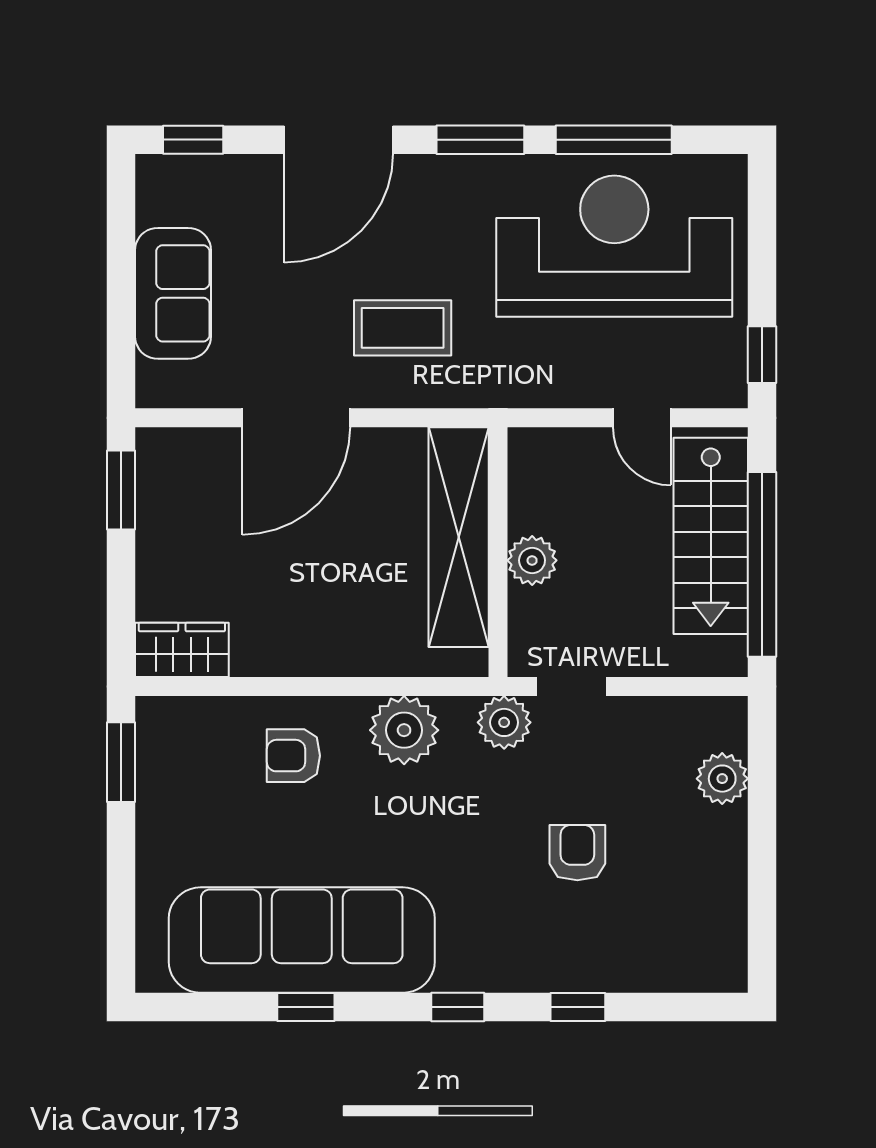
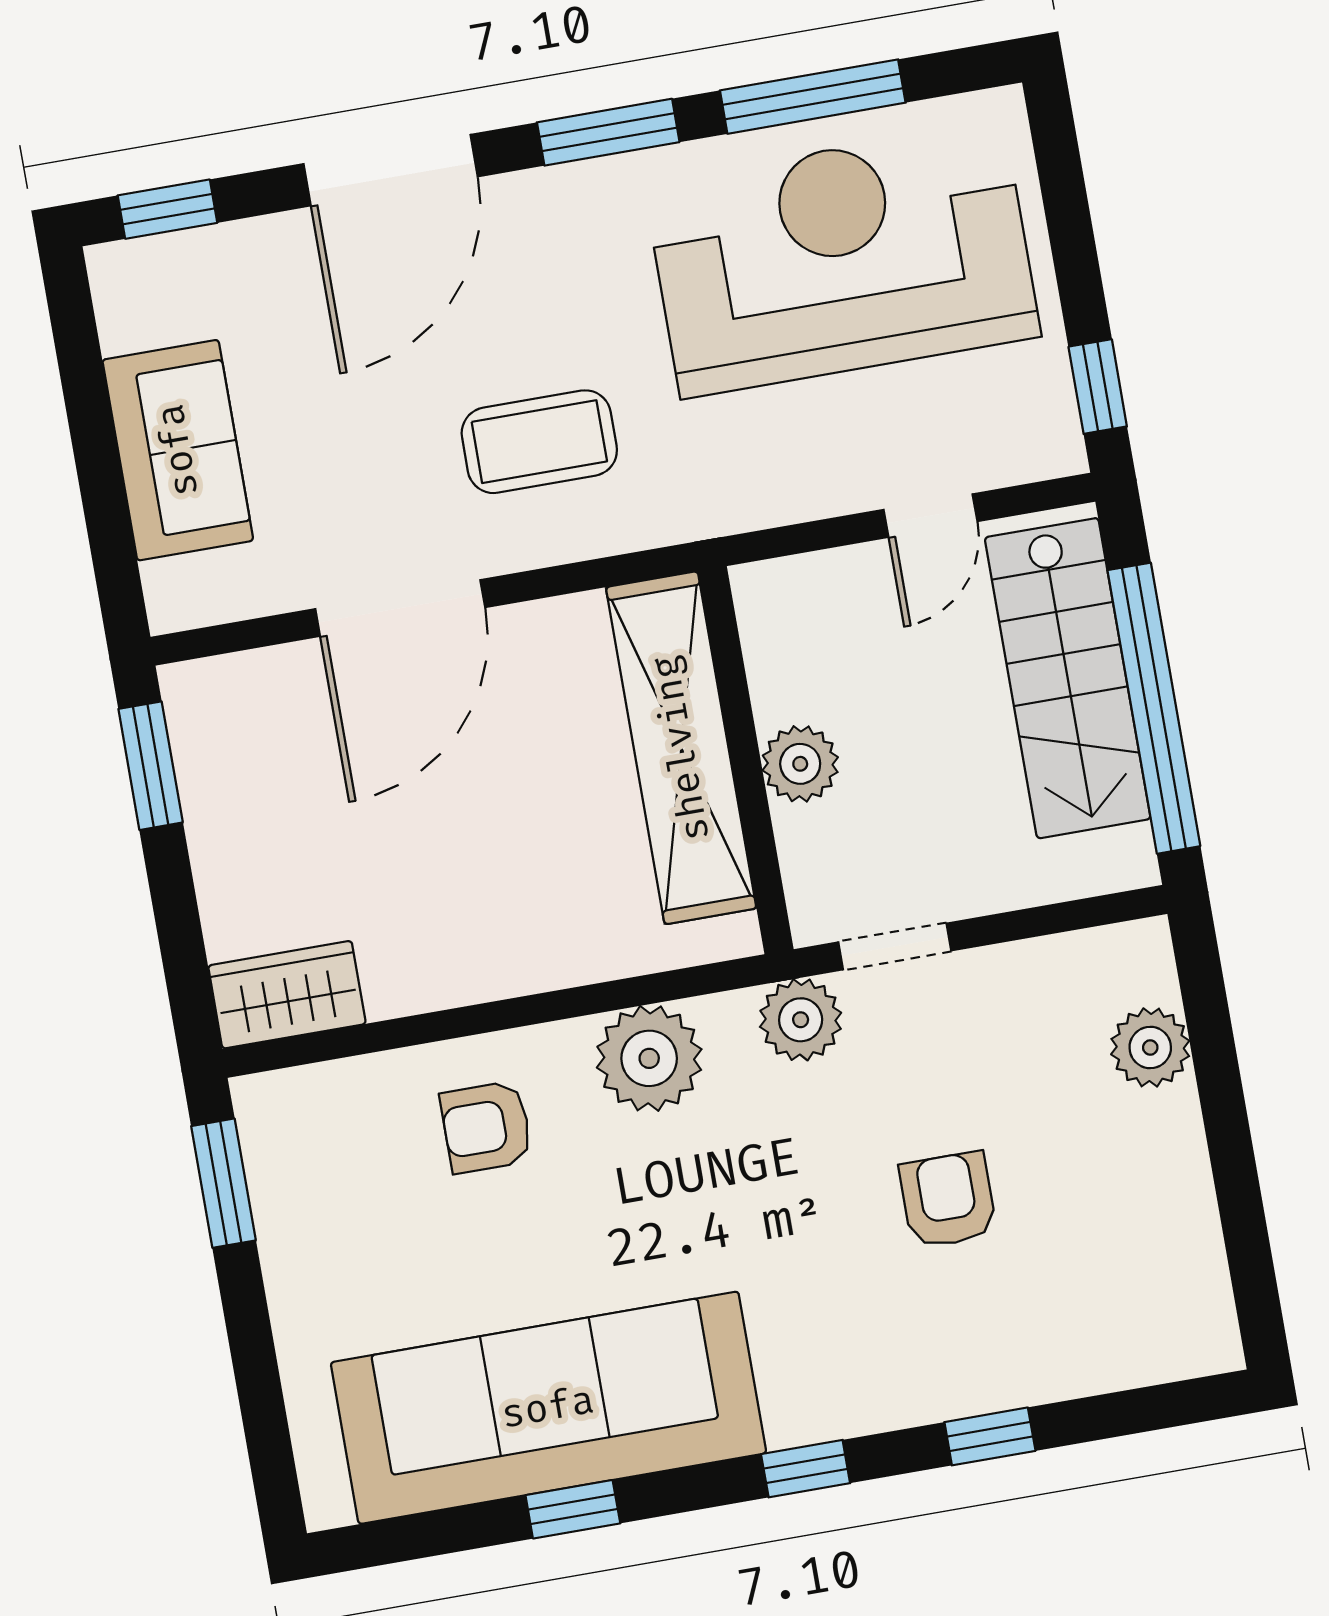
door: (642, 418) -> (930, 516), hinge flipped

